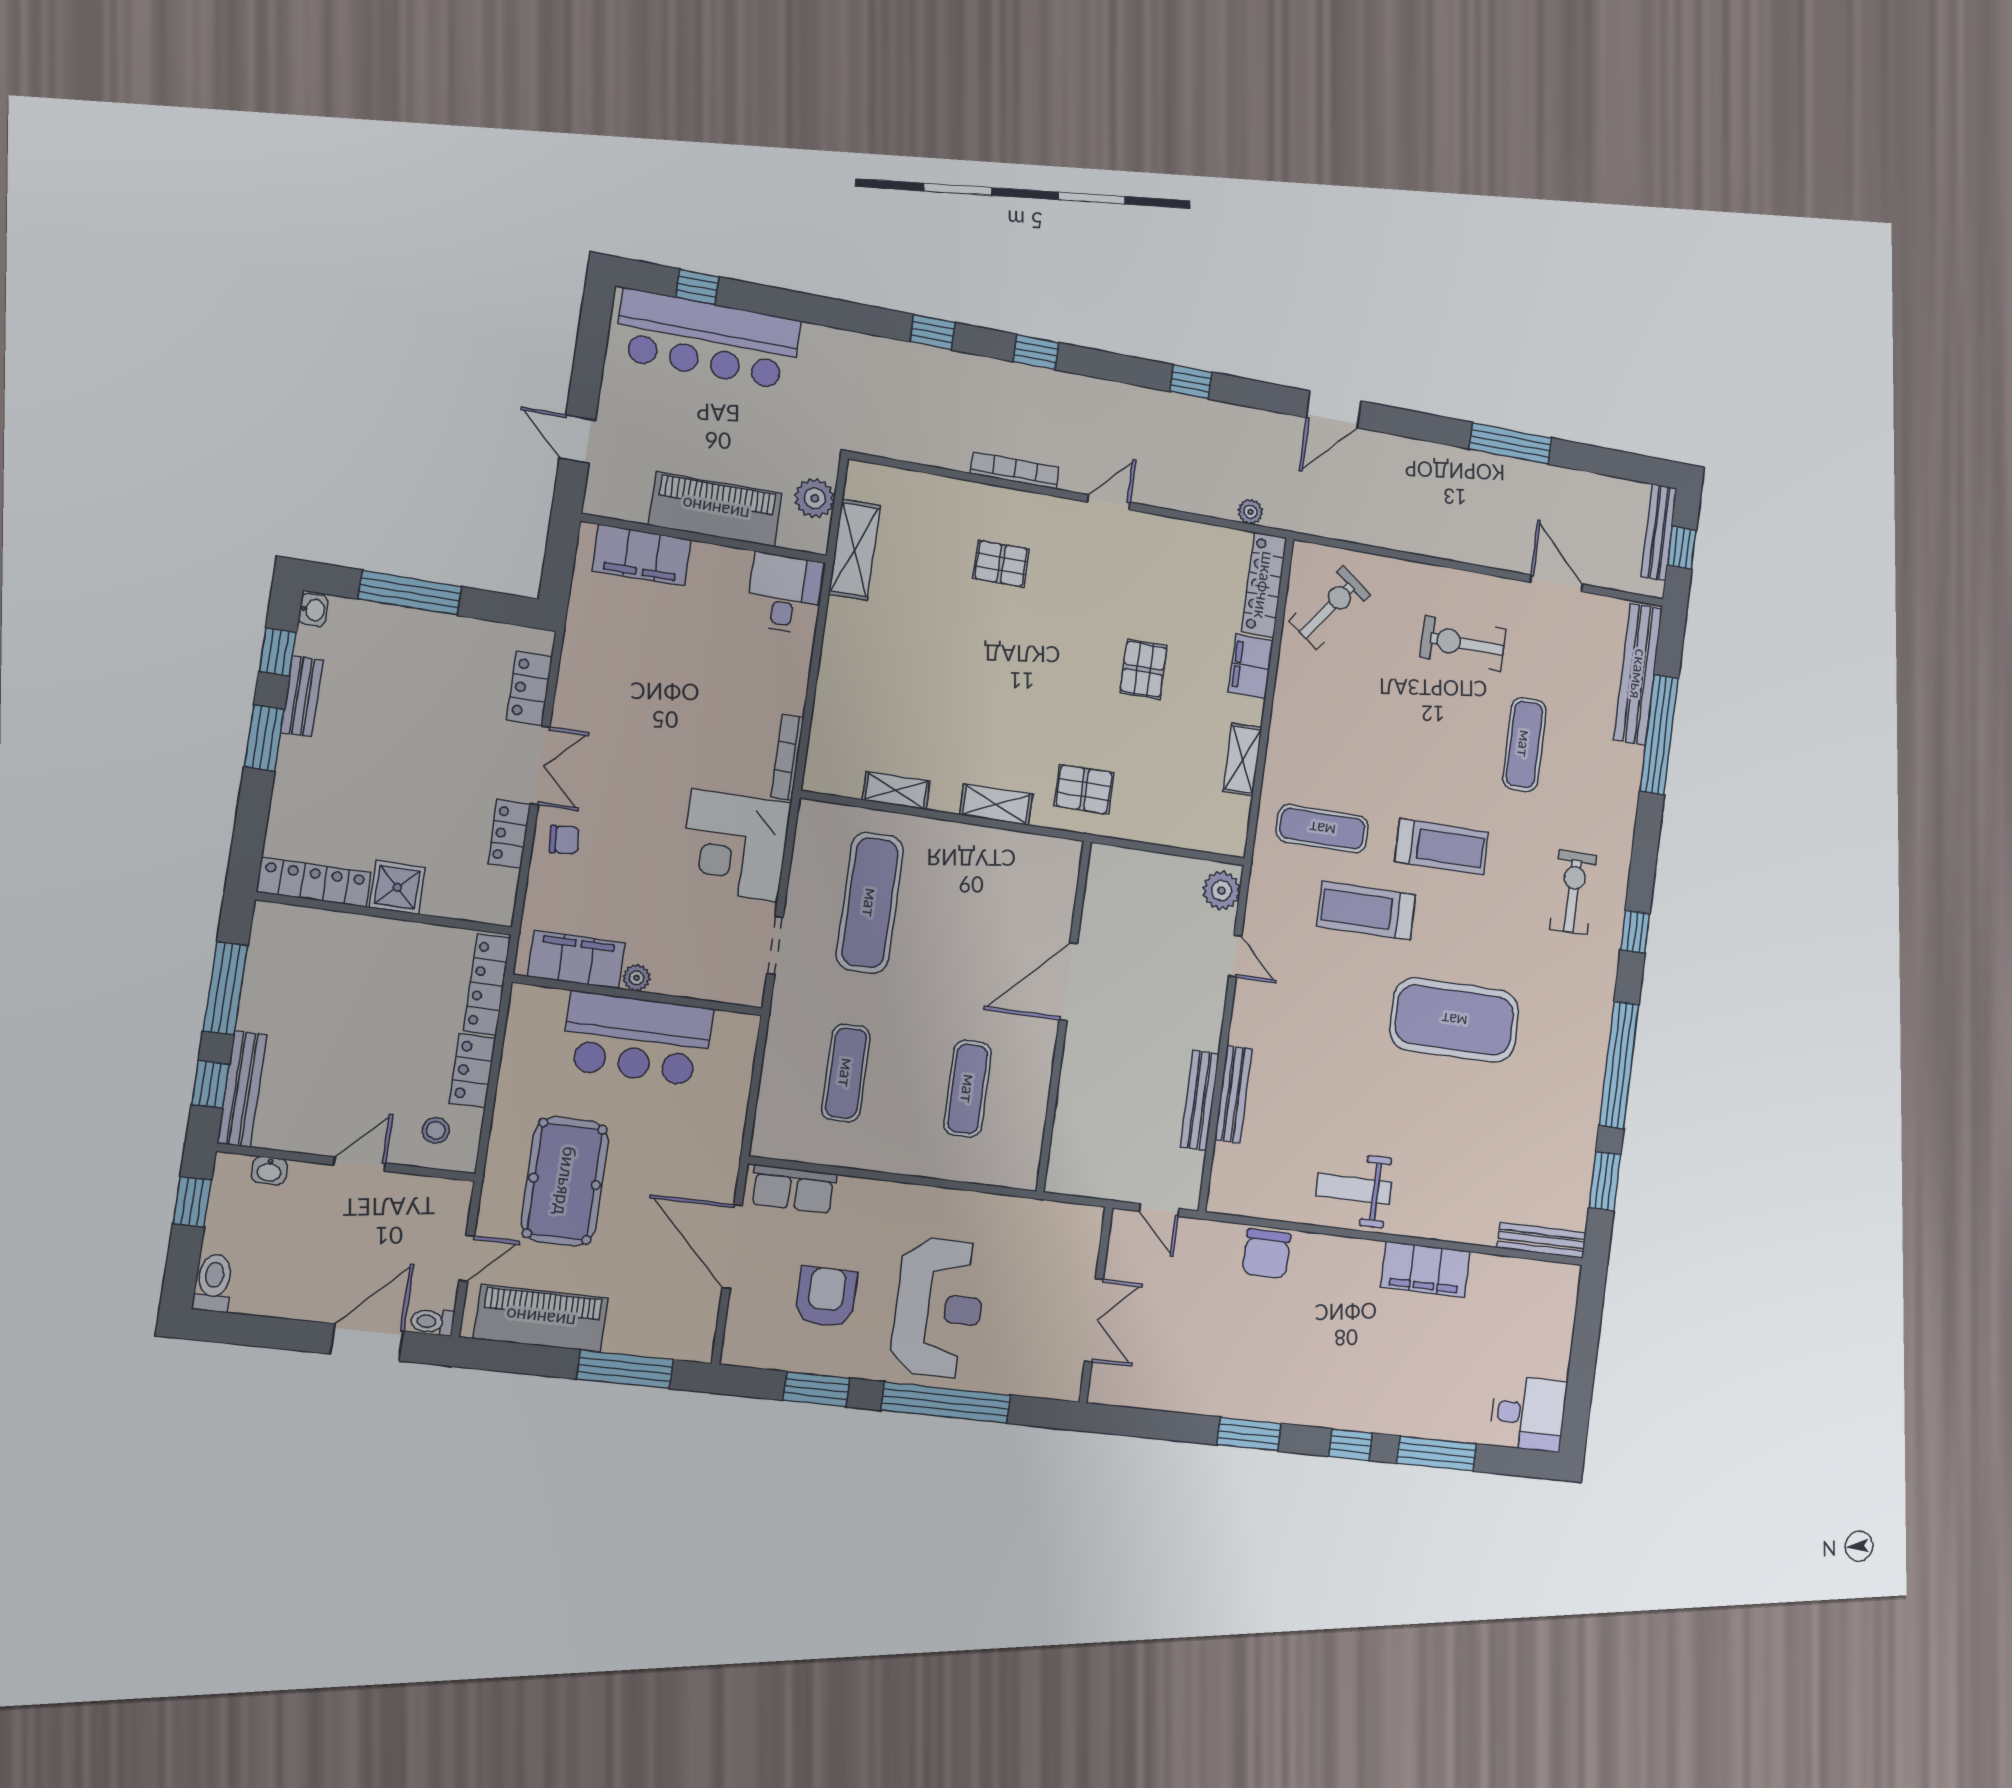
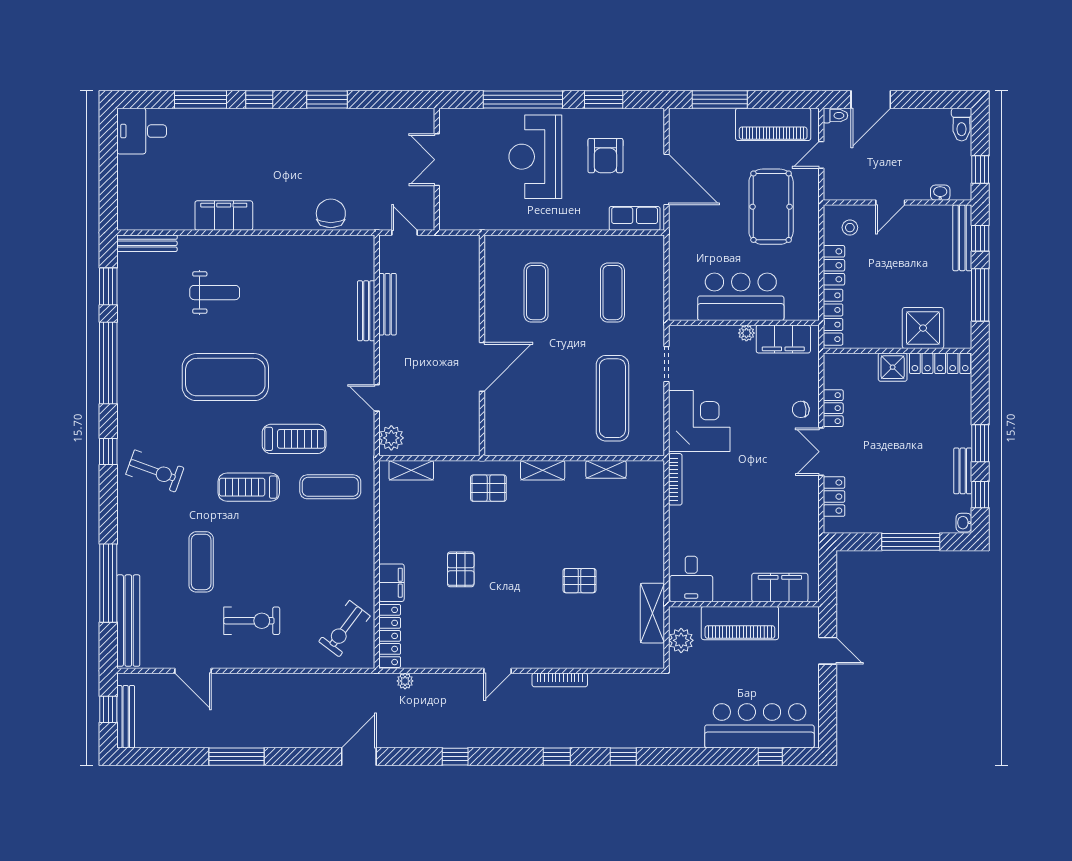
pallet: (1001, 564) -> (580, 581), moved
shelving: (1242, 760) -> (411, 470), moved, turned 90
exercise bike: (1573, 892) -> (155, 471), turned -70
shower: (335, 946) -> (923, 328), added
weight bench: (1354, 1189) -> (215, 293), moved

